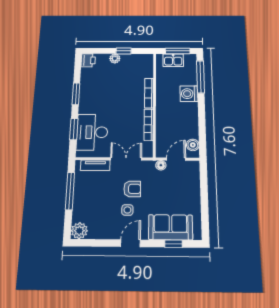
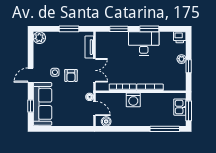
washing machine: (189, 94) -> (133, 100), moved, turned 180
desk: (92, 132) -> (144, 43), moved
window: (70, 191) -> (69, 29), width x0.69
sofa: (171, 227) -> (42, 104), width x1.36
door: (131, 243) -> (31, 75), swing flipped

